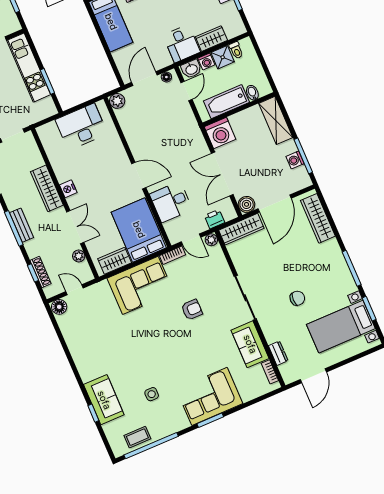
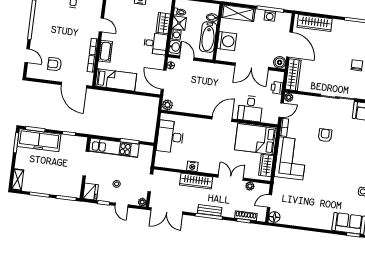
washing machine: (220, 133) -> (227, 41), moved
nightstand: (68, 189) -> (192, 166), moved

